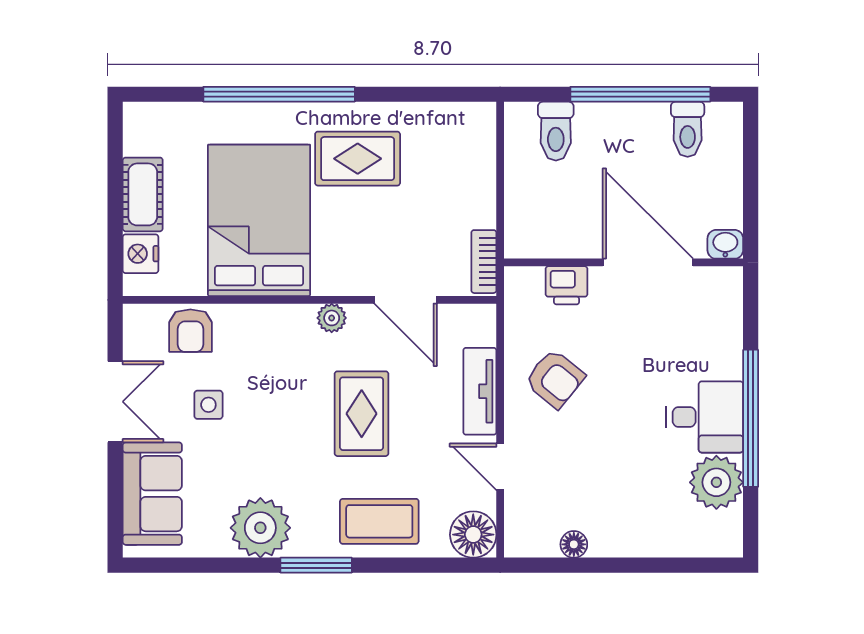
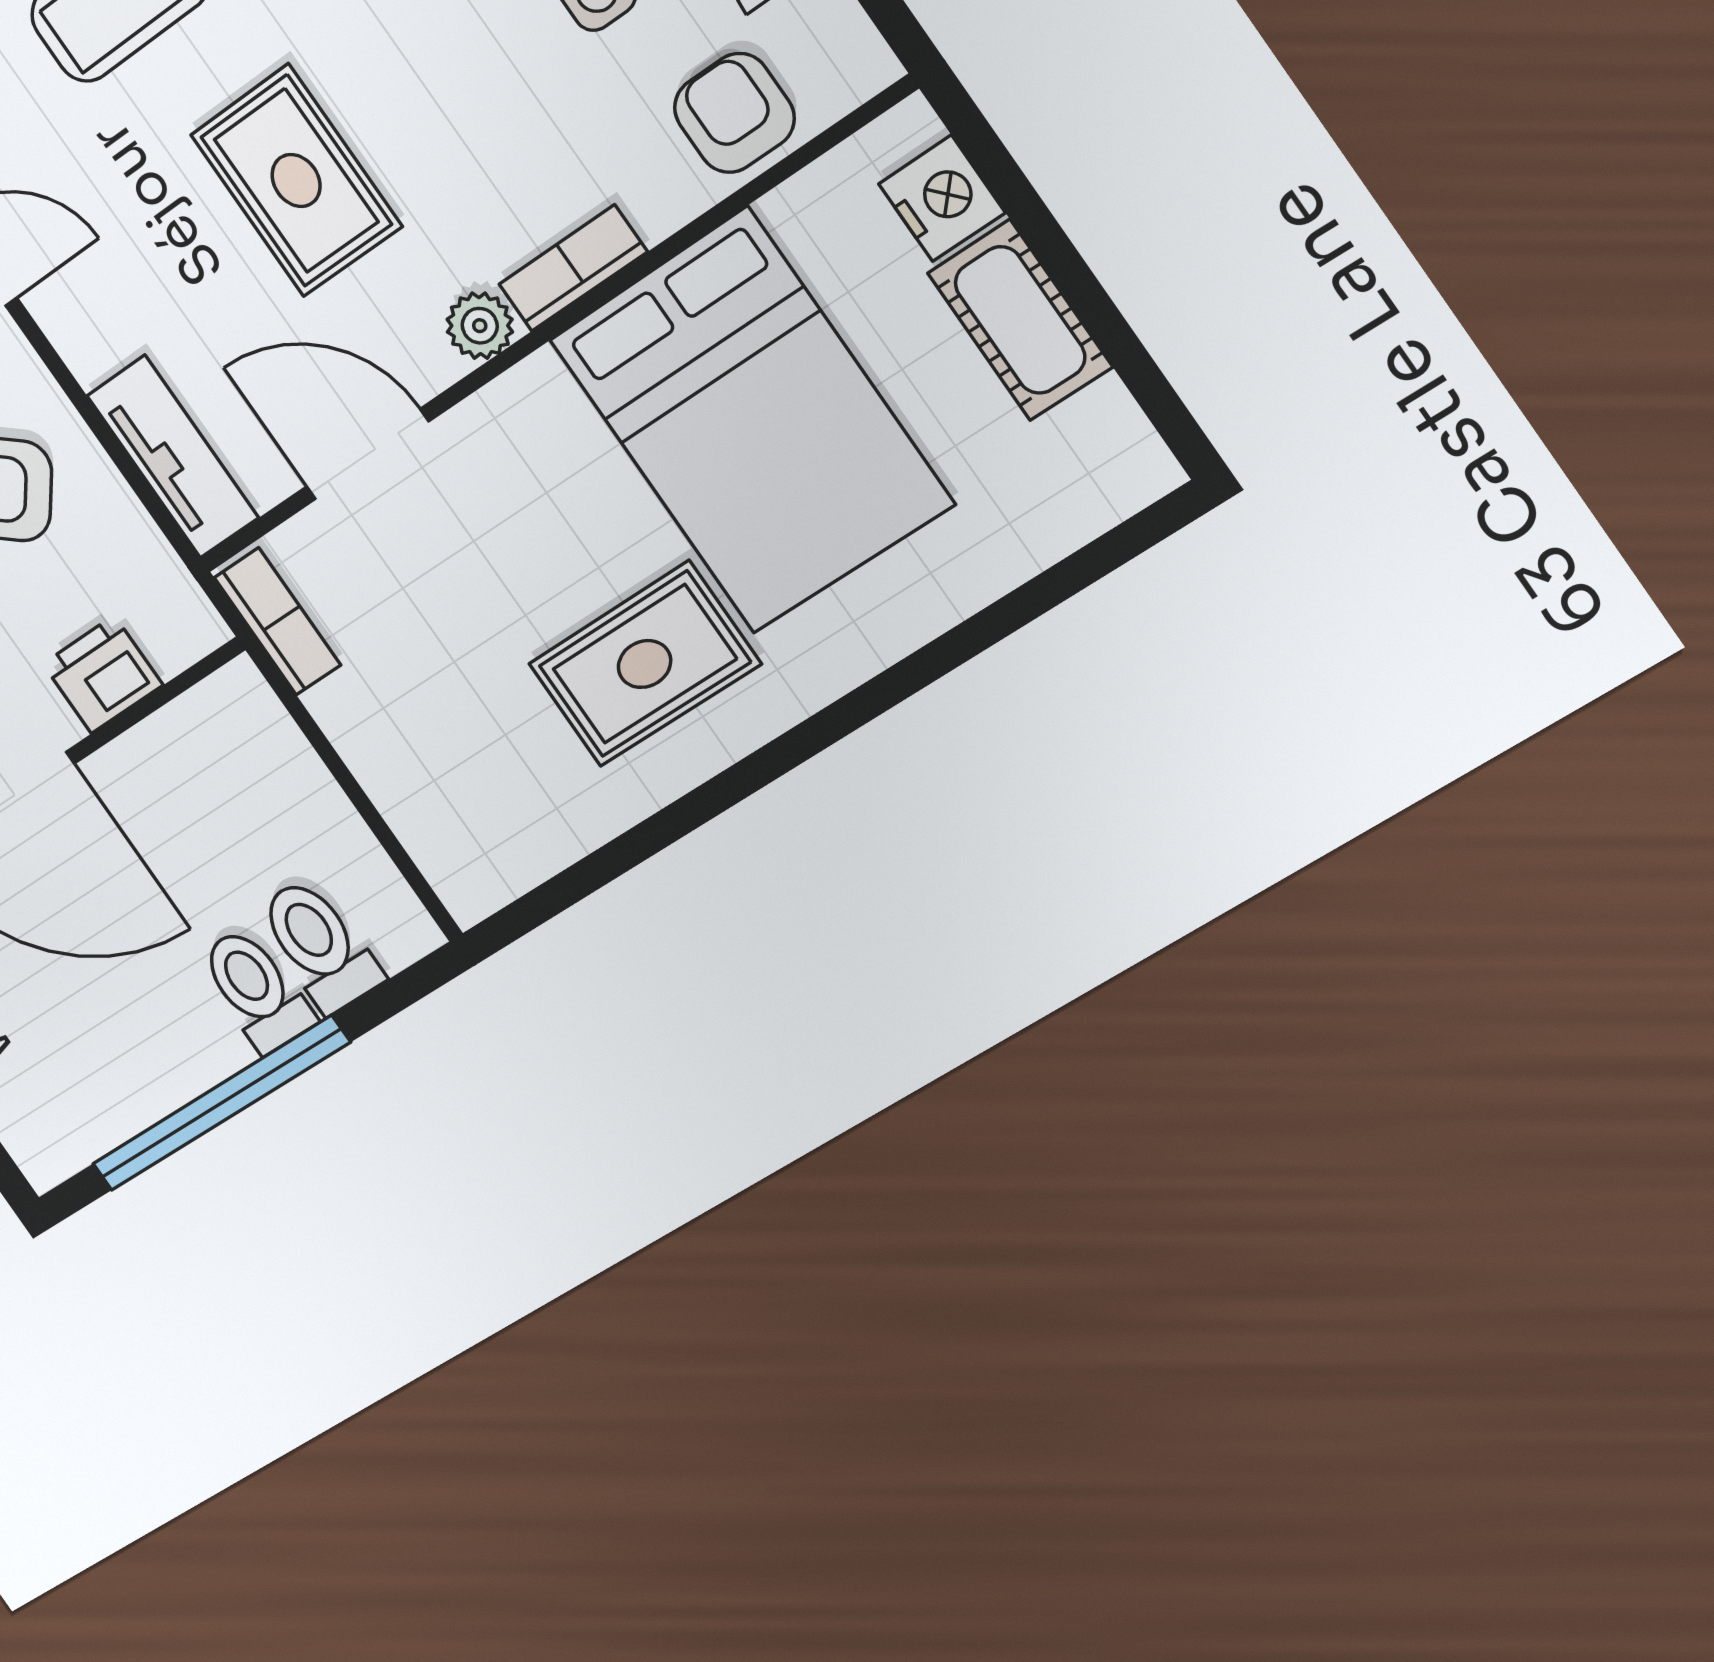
window: (279, 94) -> (883, 692), removed
toilet: (688, 129) -> (256, 990), moved
bookcase: (284, 316) -> (573, 268), added
tv unit: (480, 391) -> (173, 457), moved

